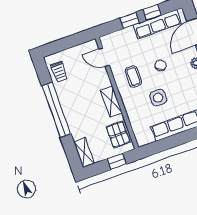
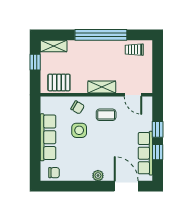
door: (104, 57) -> (133, 95), swing flipped
chair: (160, 66) -> (78, 107), moved
shelving: (111, 101) -> (102, 87), moved
window: (117, 161) -> (35, 62), moved

